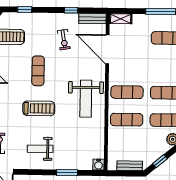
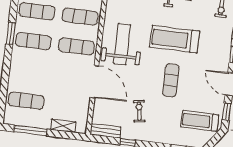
shelving: (121, 19) -> (63, 126), moved
door: (107, 49) -> (94, 82), moved
treadmill: (39, 108) -> (175, 39), width x1.37, depth x1.38

